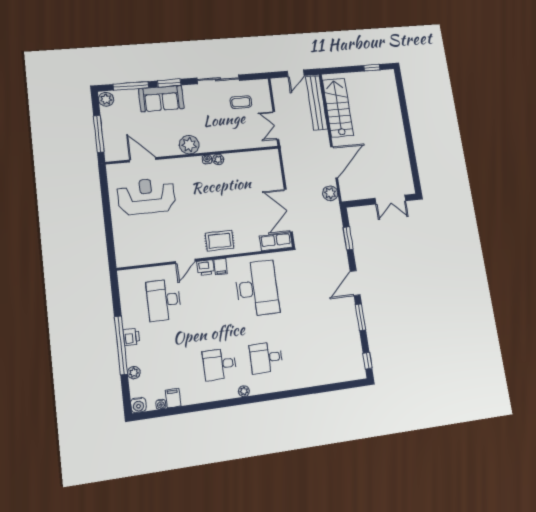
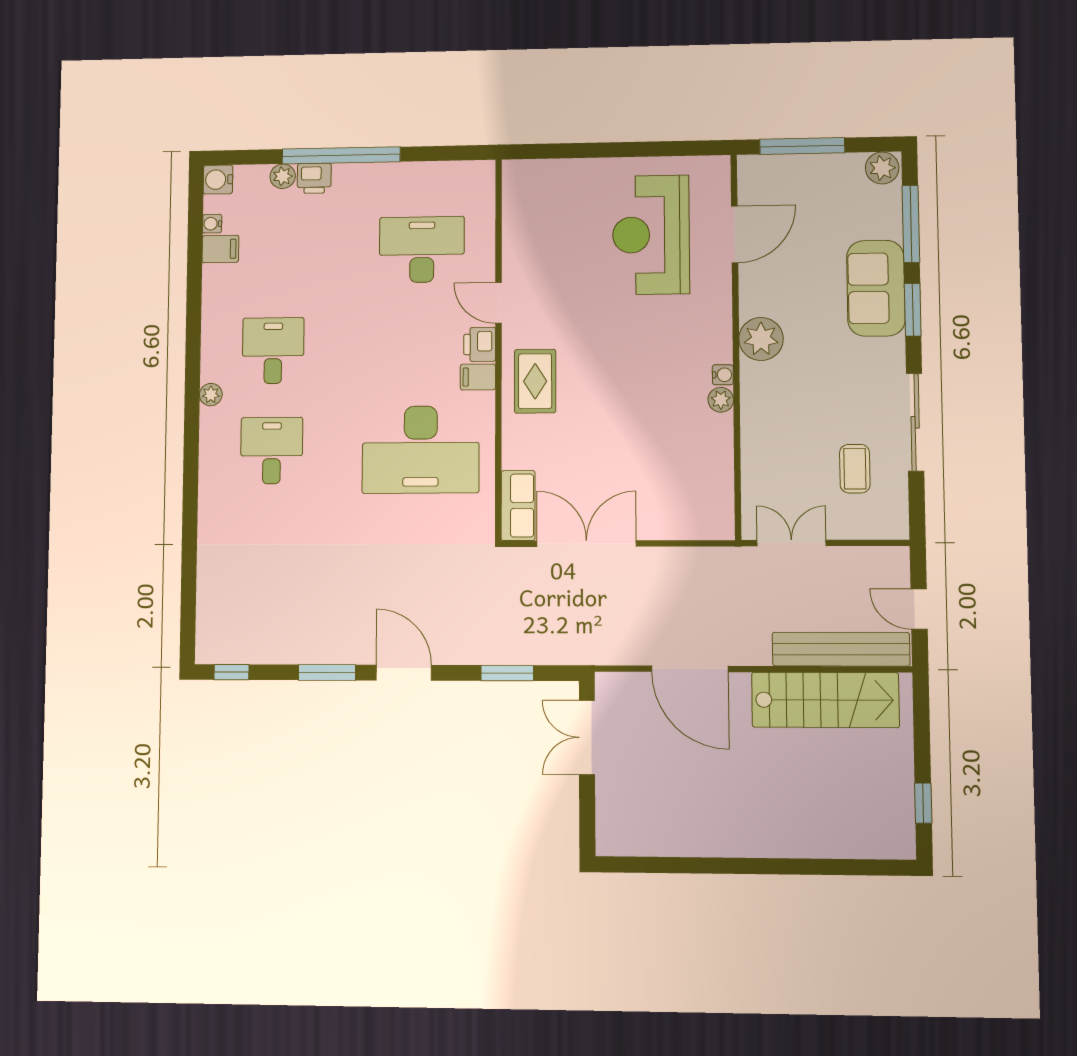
plant: (330, 193) -> (617, 648), removed
reception desk: (146, 196) -> (651, 235), turned 180
double door: (390, 200) -> (587, 738), moved
printer: (131, 337) -> (314, 178), moved

